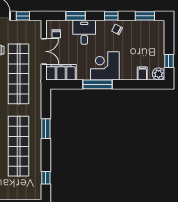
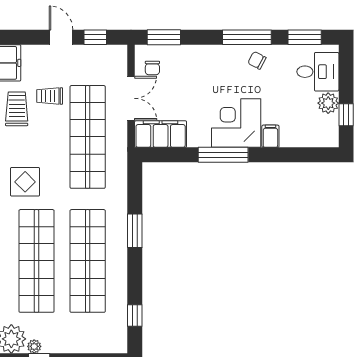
window: (76, 16) -> (164, 37), moved
window: (111, 16) -> (247, 37), width x2.17
desk: (84, 32) -> (318, 72), moved, turned 90
filing cabinet: (142, 74) -> (270, 136), moved
plant: (159, 74) -> (328, 103), moved

